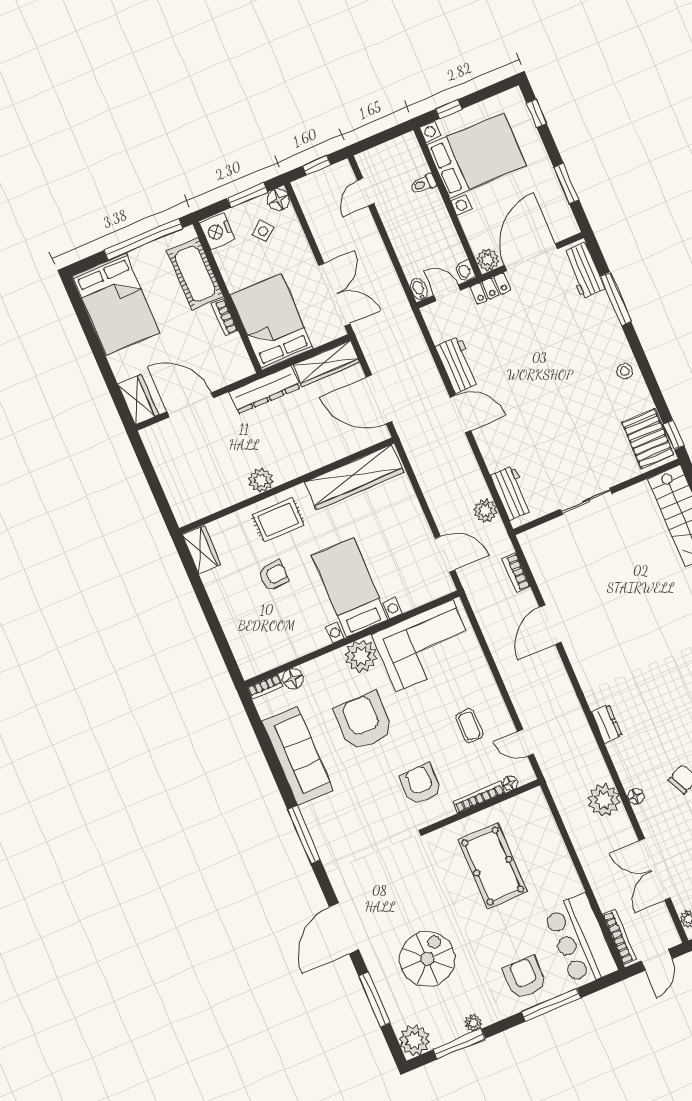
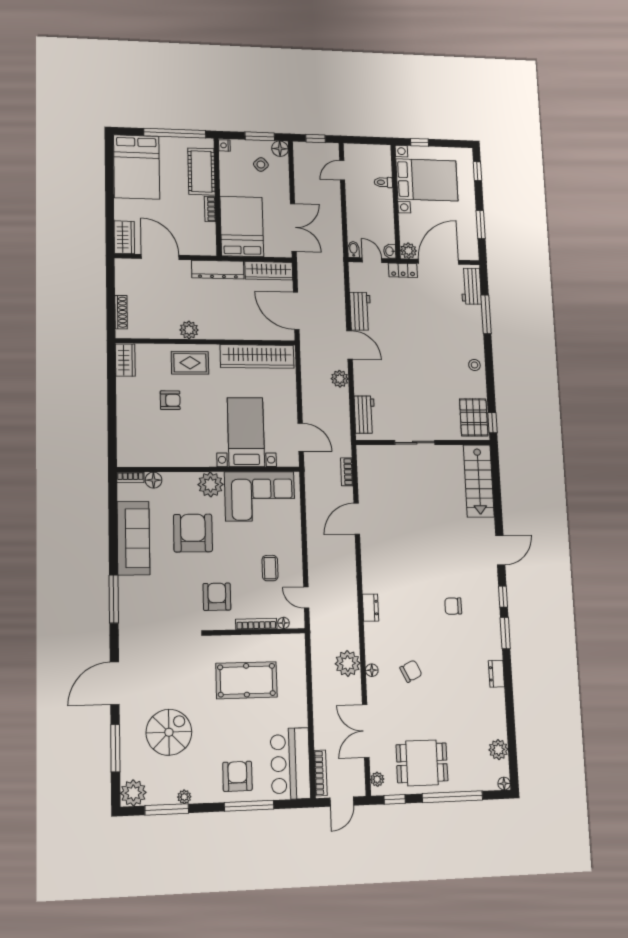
nightstand: (217, 231) -> (224, 145), width x0.53, depth x0.56
shoe rack: (173, 494) -> (121, 312), added
plant: (486, 511) -> (340, 379), moved
bed with nightstands: (350, 587) -> (246, 432), moved
pool table: (493, 866) -> (246, 680), turned 90

